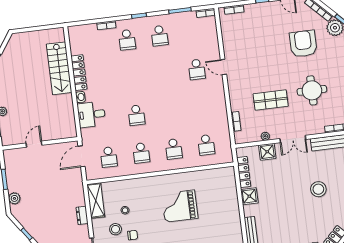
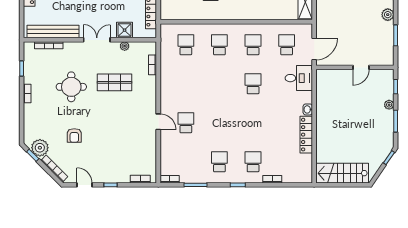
armchair: (303, 44) -> (74, 135), width x0.53, depth x0.53
stairs: (59, 68) -> (342, 173), moved, turned -90
desk: (91, 115) -> (299, 78), moved

